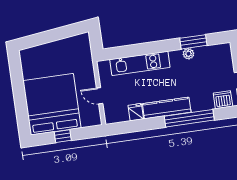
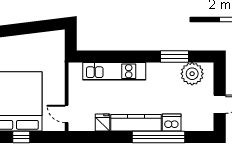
plant: (188, 54) -> (192, 74), moved, width x1.87, depth x1.87
door: (100, 96) -> (67, 114), moved
dishwasher: (223, 100) -> (172, 122), moved

